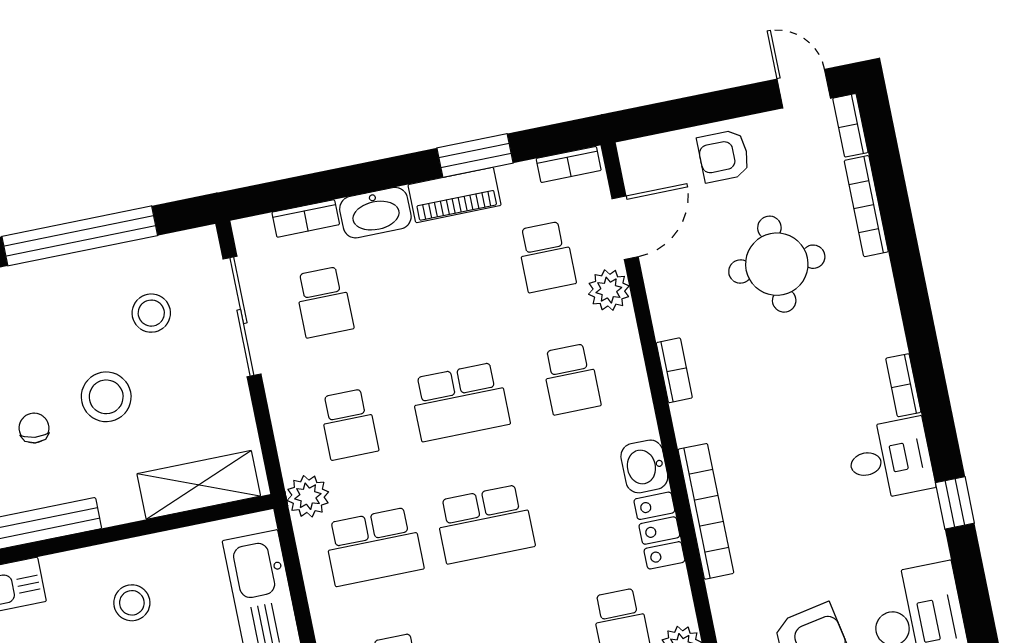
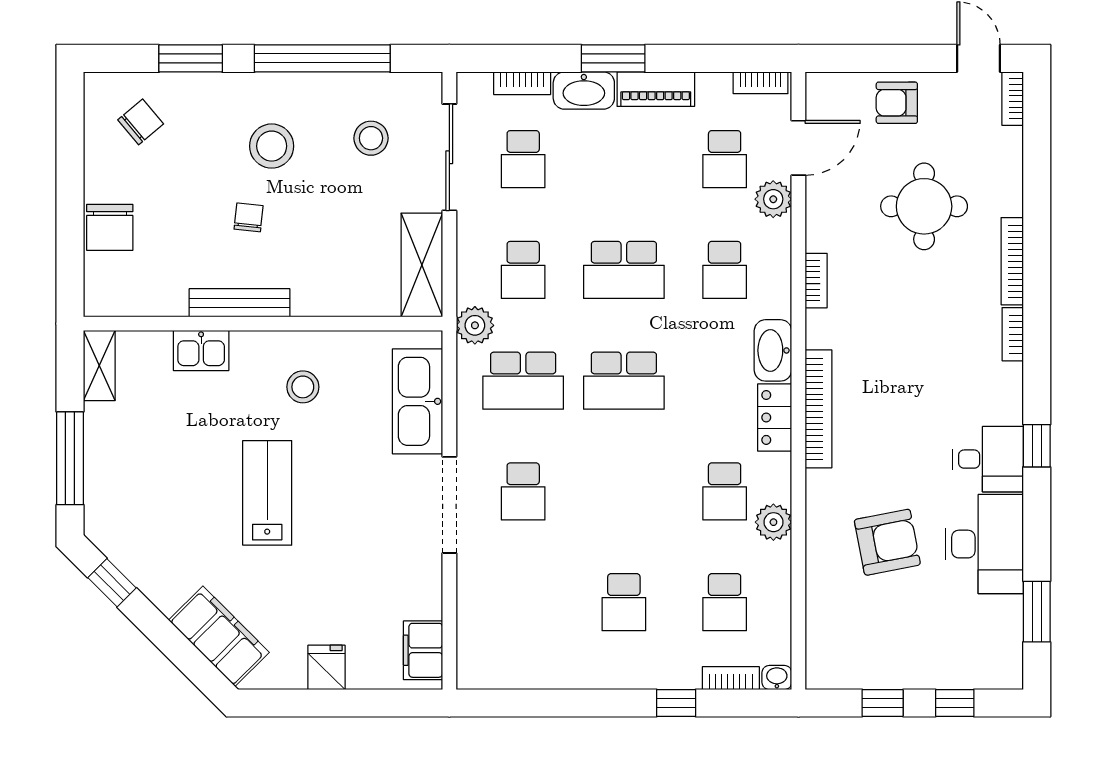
window: (475, 155) -> (613, 58), moved
bookcase: (866, 206) -> (1012, 261), moved
stool: (106, 397) -> (272, 146), moved
desk: (890, 459) -> (988, 459), moved
washbasin: (644, 466) -> (773, 350), width x1.38
shelving: (199, 485) -> (422, 265), moved, turned 90

